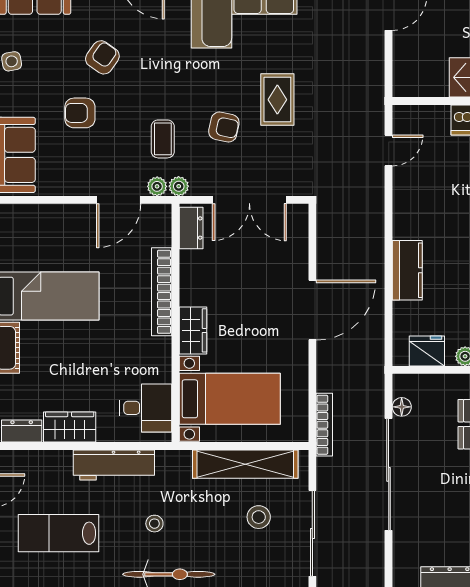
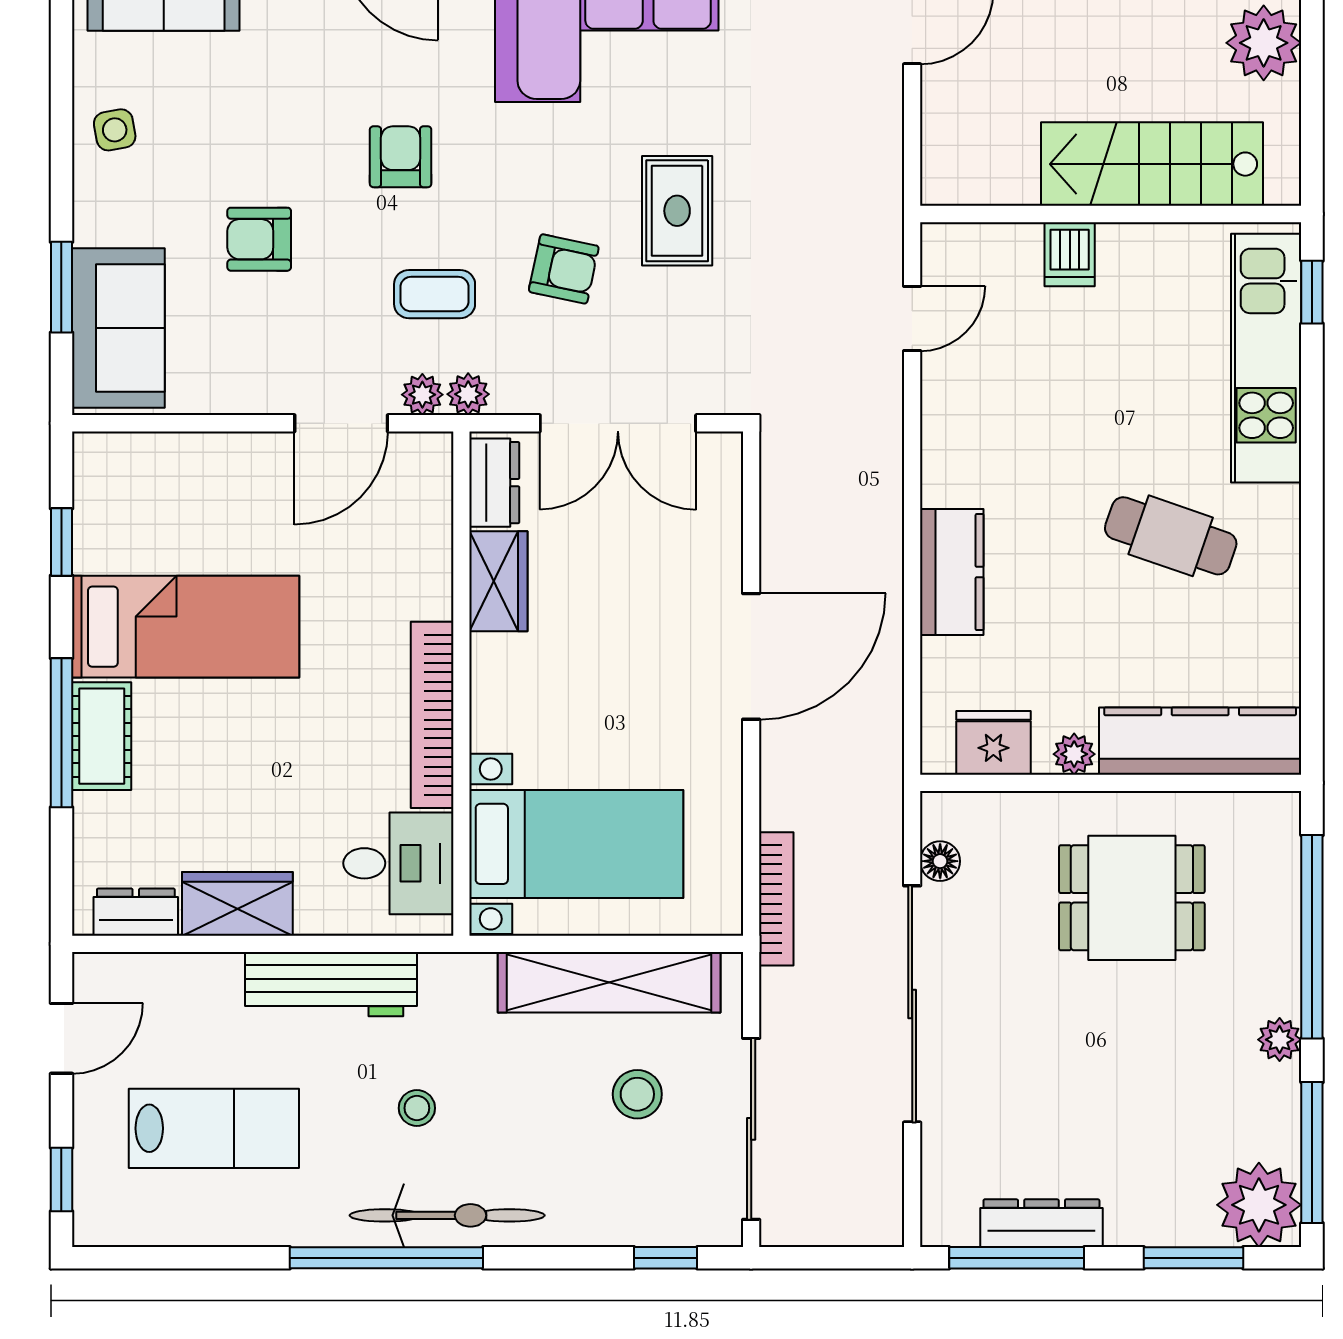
armchair: (102, 57) -> (401, 157), moved, turned -35
coffee table: (163, 139) -> (435, 294), turned 90
bookcase: (162, 292) -> (432, 715), moved
wardrobe: (193, 330) -> (498, 581), moved
lab bench: (59, 533) -> (214, 1128), turned 180

